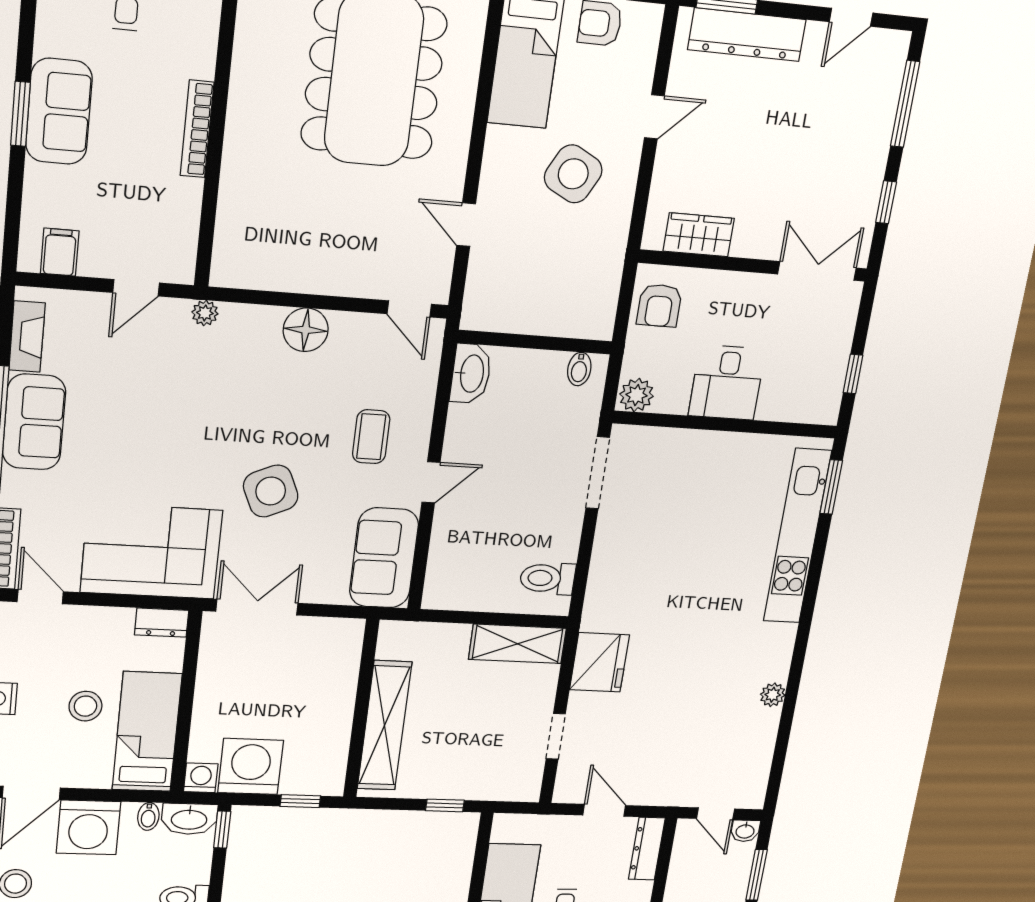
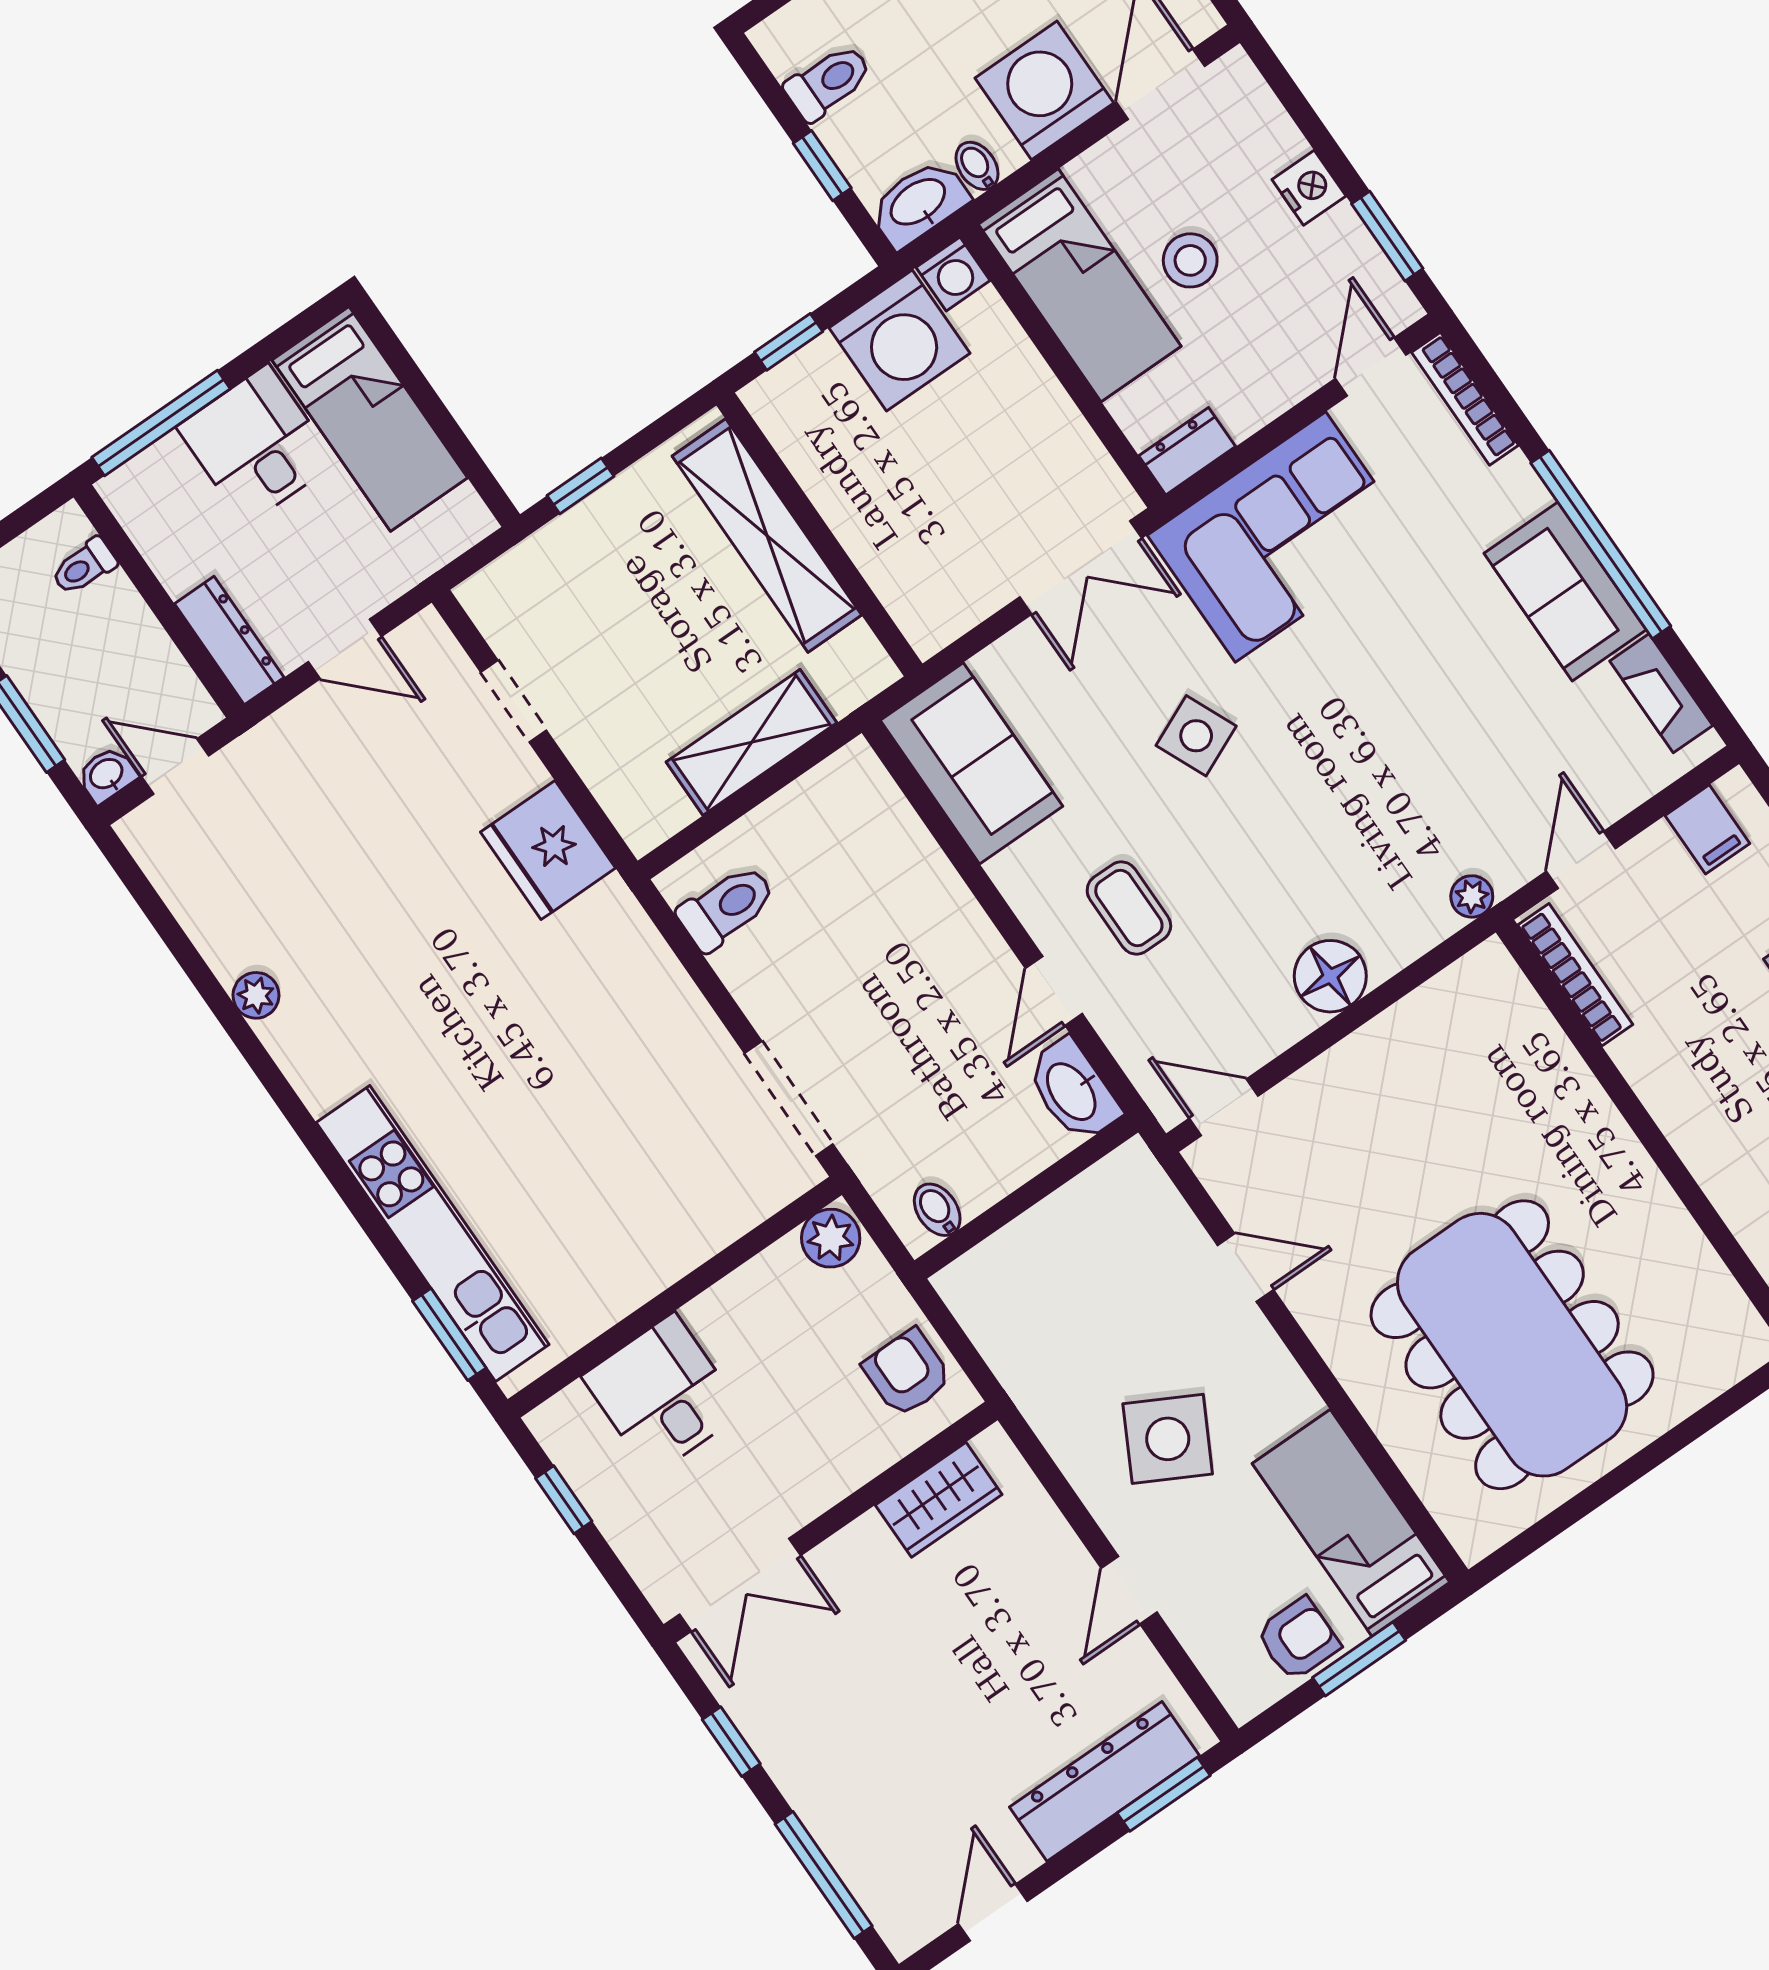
bookcase: (197, 129) -> (1575, 975), moved
desk: (727, 382) -> (663, 1394), moved
door: (431, 482) -> (1054, 991), moved
side table: (271, 491) -> (1196, 736), width x0.73, depth x0.73
door: (40, 597) -> (1371, 367), swing flipped
shelving: (517, 644) -> (752, 742), moved
window: (222, 830) -> (822, 166), moved

